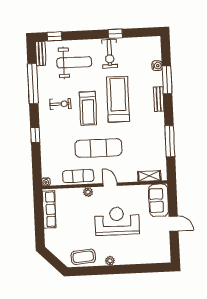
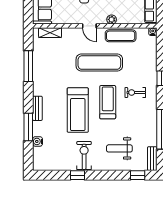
weight bench: (74, 62) -> (119, 148), width x0.73, depth x0.75
exercise bike: (60, 104) -> (135, 93), moved

